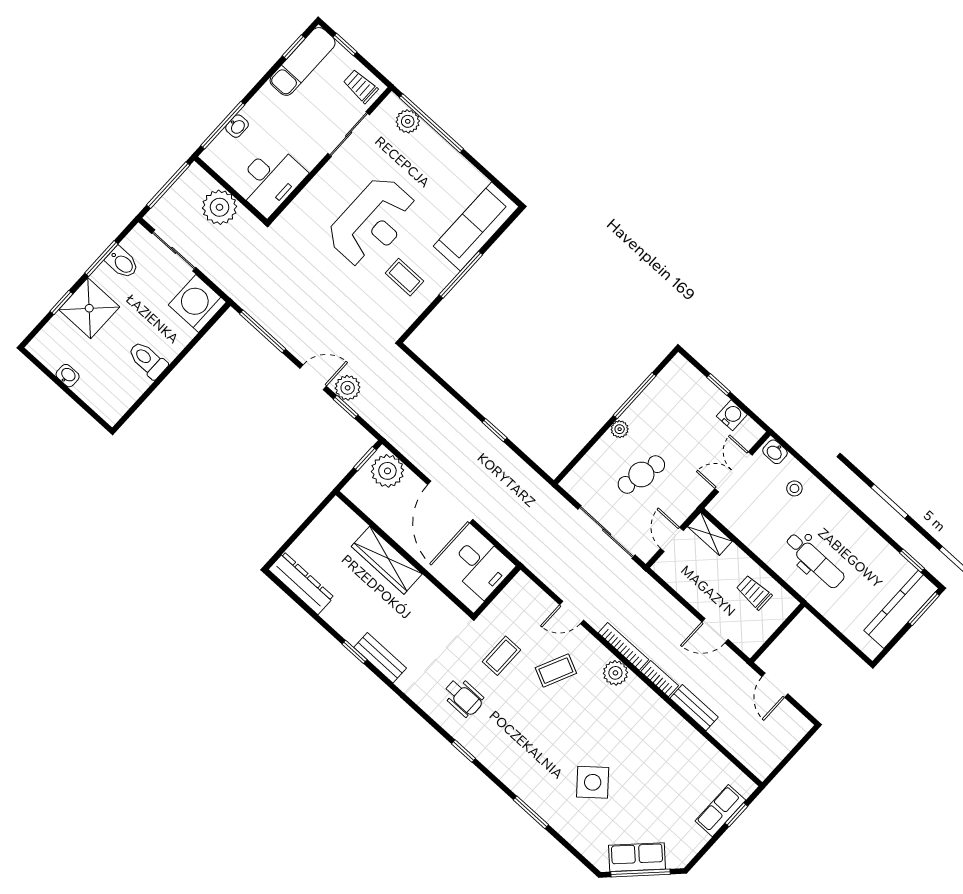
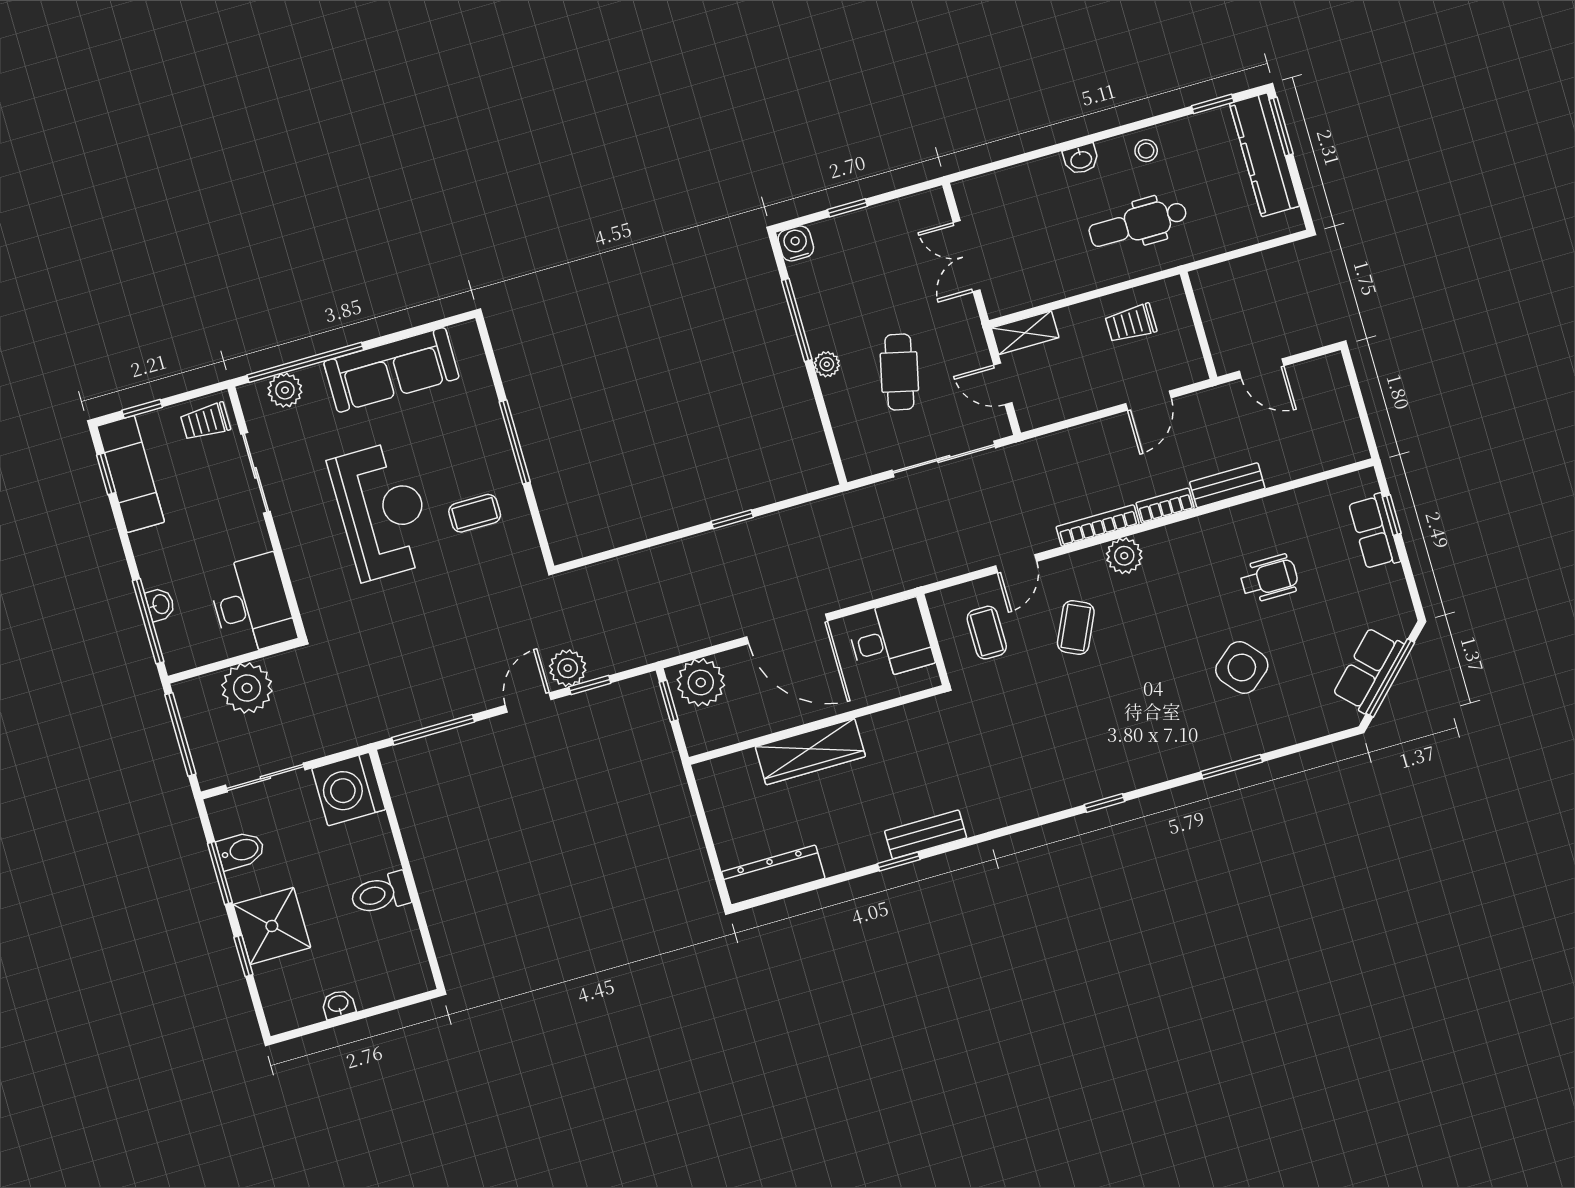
sofa: (476, 226) -> (391, 370), moved, turned -90
water cooler: (732, 415) -> (796, 243), moved
washbasin: (775, 452) -> (1081, 159), moved
stool: (794, 488) -> (1146, 151), moved
dental chair: (815, 560) -> (1138, 224), turned 180
coffee table: (501, 656) -> (987, 633), moved
wheelchair: (463, 697) -> (1269, 578), moved

